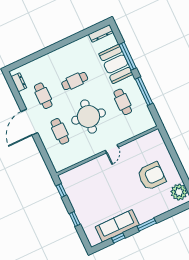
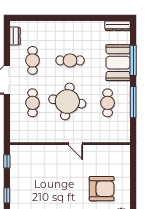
door: (112, 149) -> (75, 144), hinge flipped

